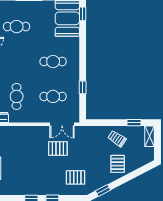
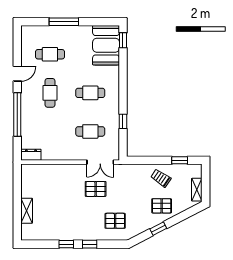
cafe table: (17, 96) -> (50, 93), moved
shelving: (150, 136) -> (197, 190), moved
pallet: (118, 164) -> (162, 206), turned 90
window: (103, 190) -> (158, 229), moved

